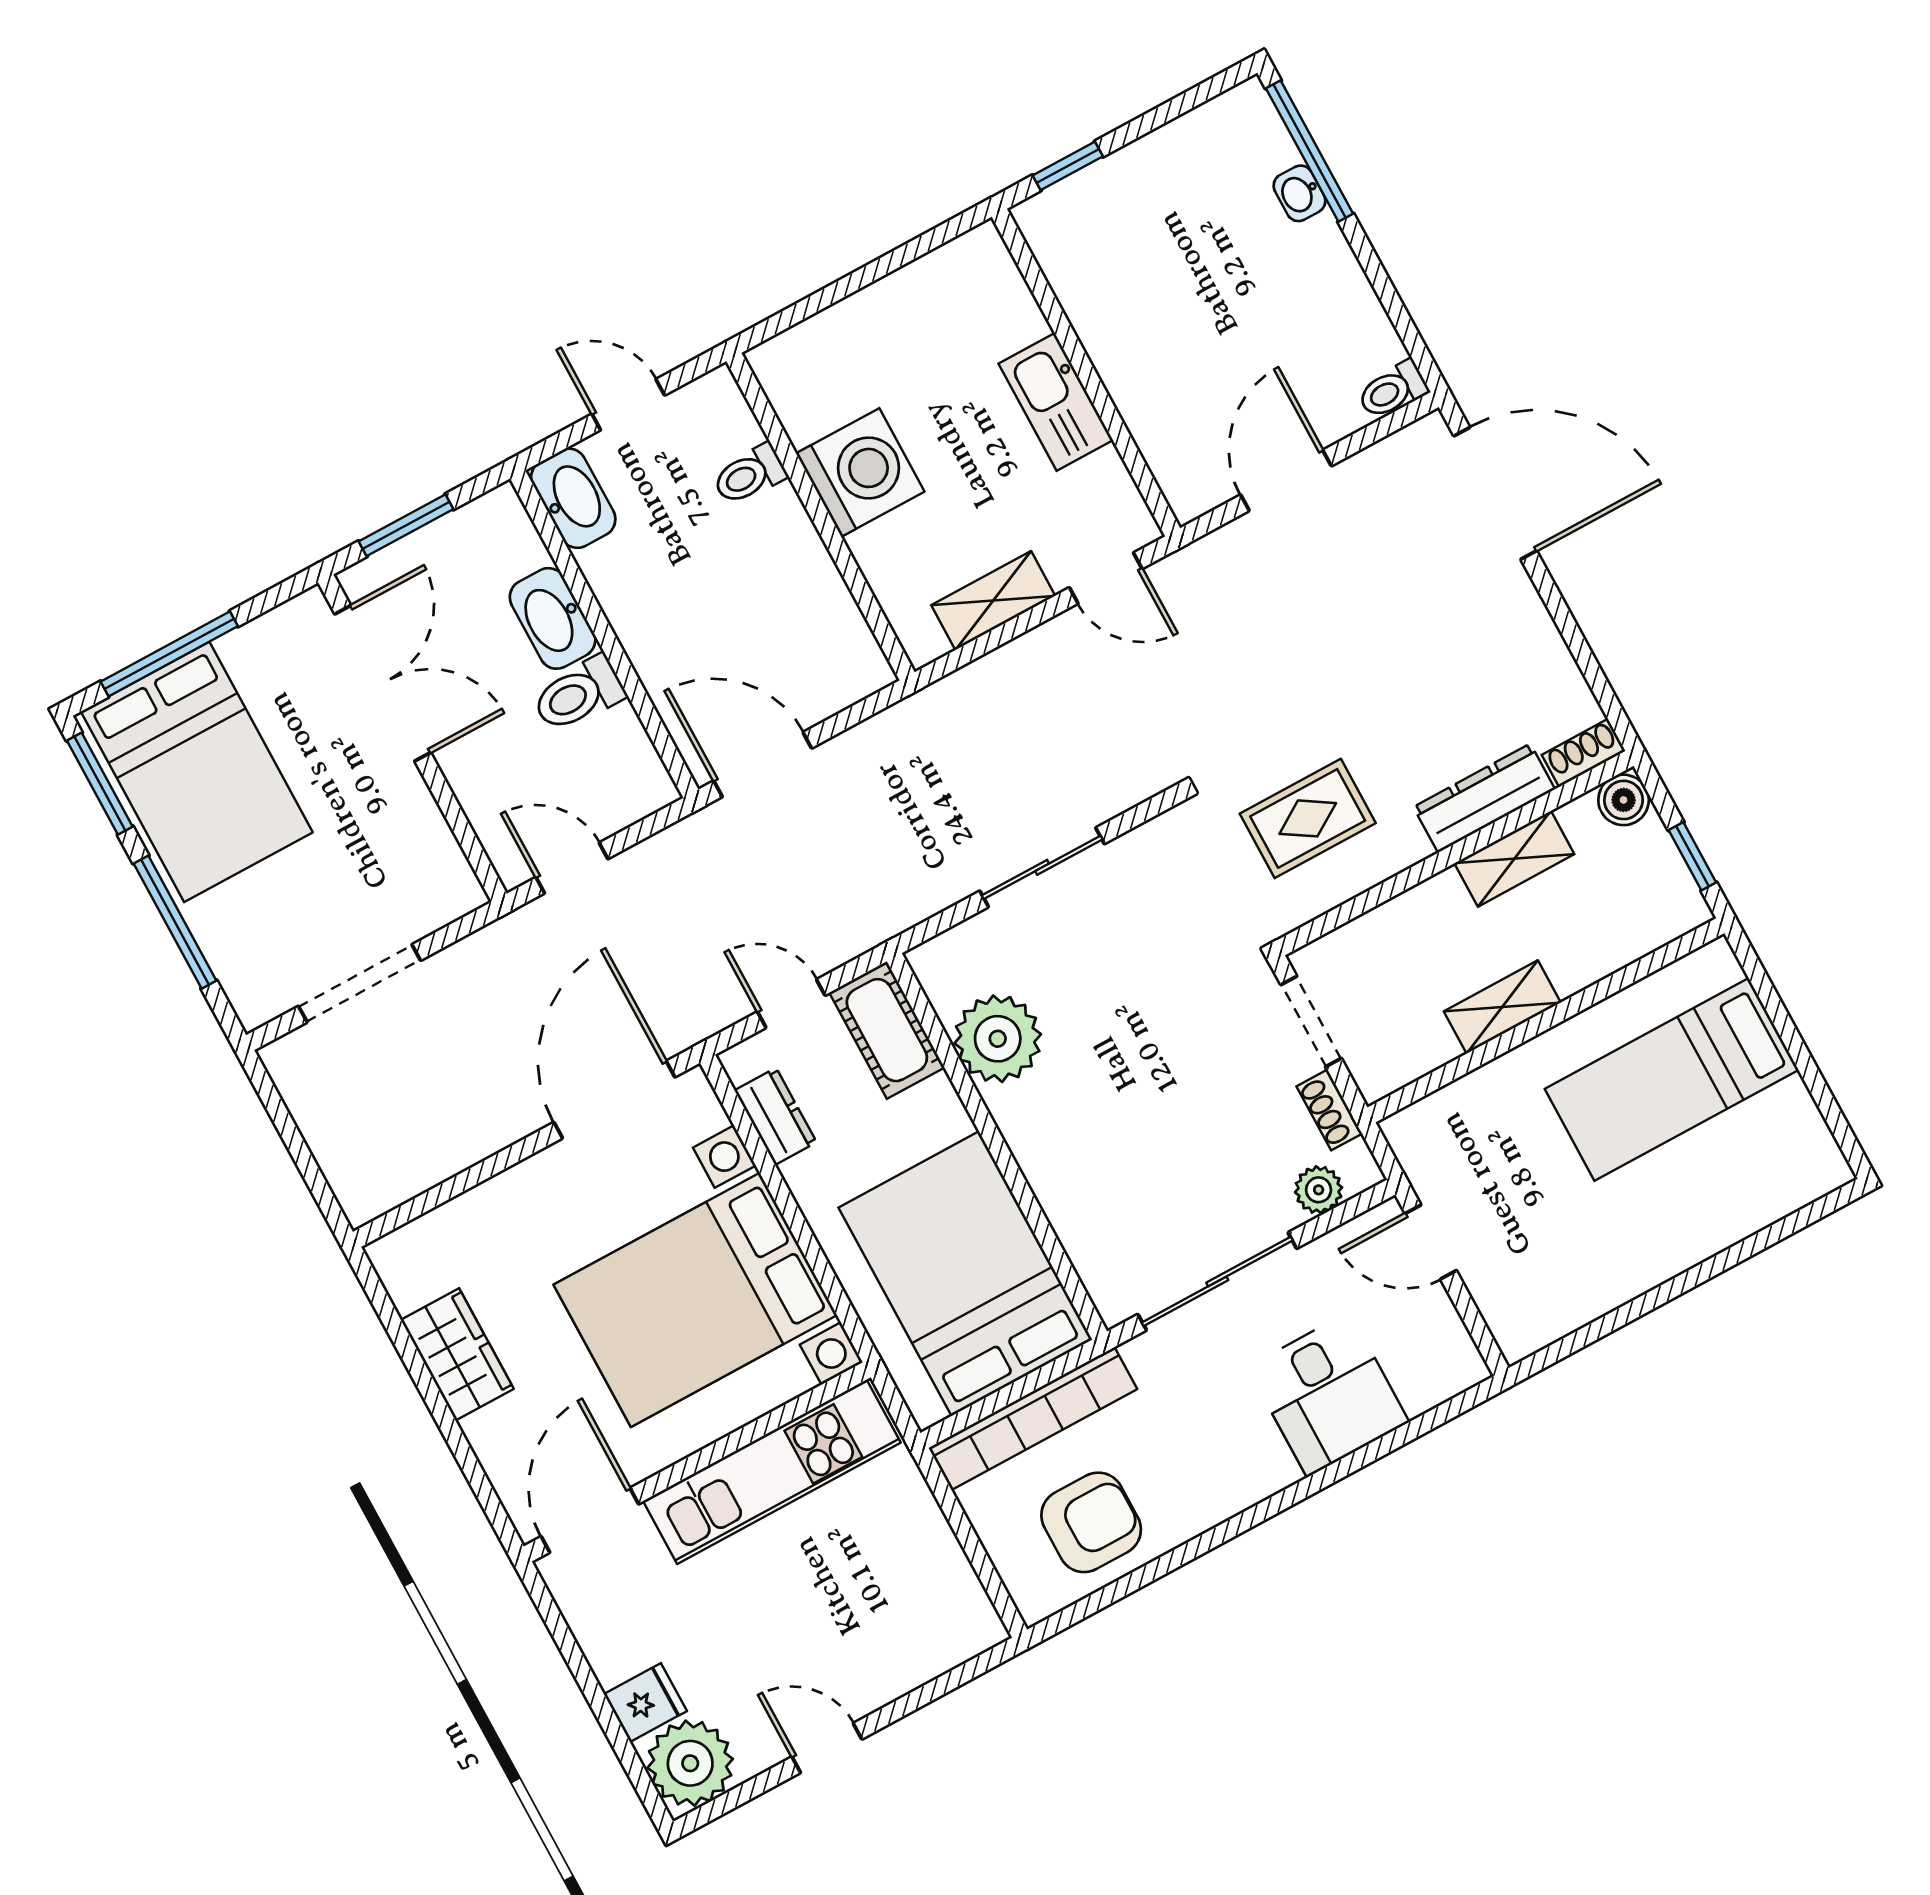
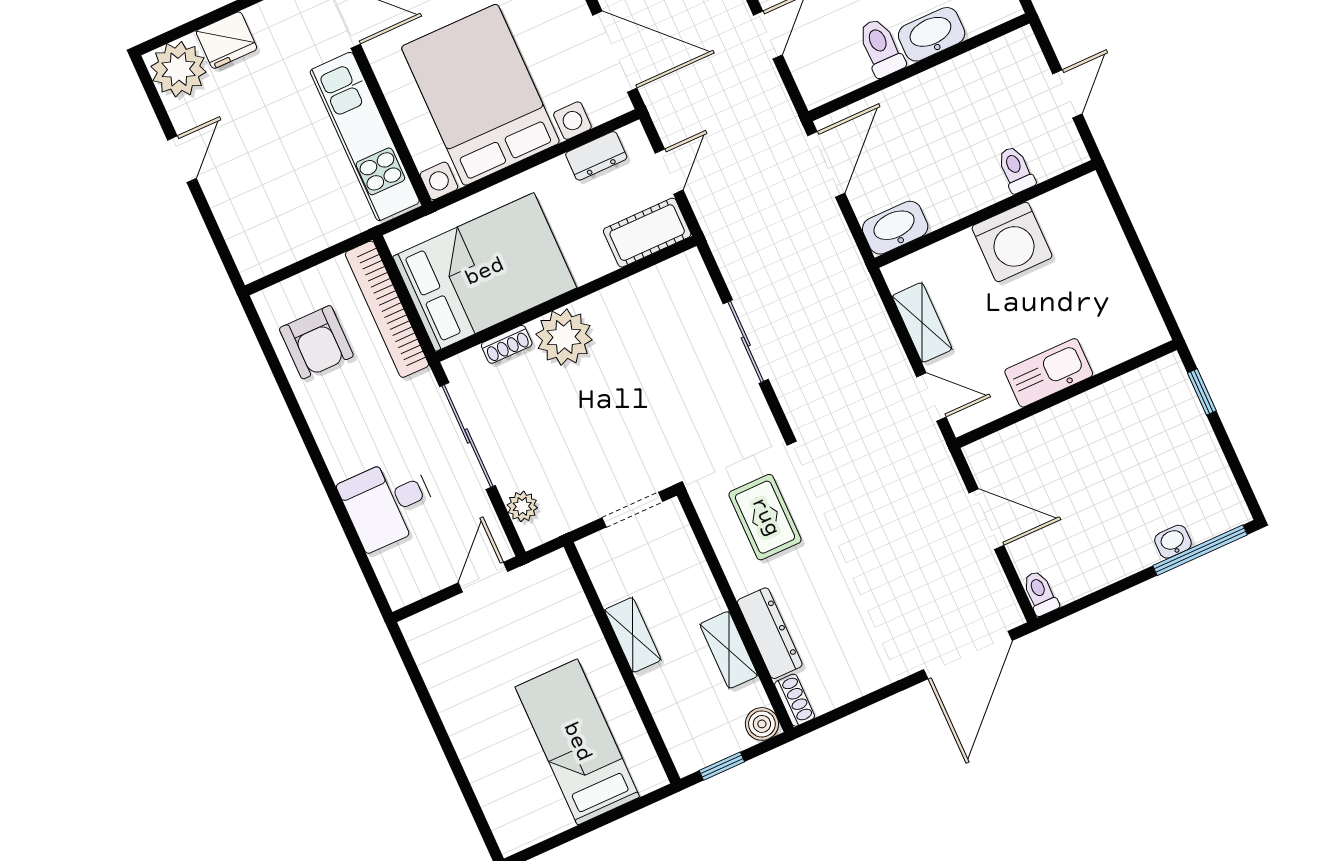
washbasin: (573, 498) -> (895, 228), moved, turned 180
door: (1106, 578) -> (931, 397), swing flipped
plant: (998, 1039) -> (564, 337), moved
shoe rack: (1329, 1110) -> (507, 344), moved, turned 180
fridge: (645, 1703) -> (227, 40), width x1.38

